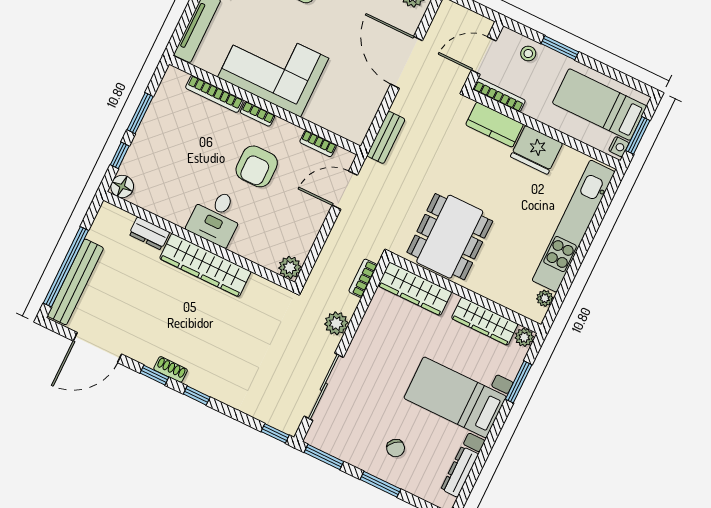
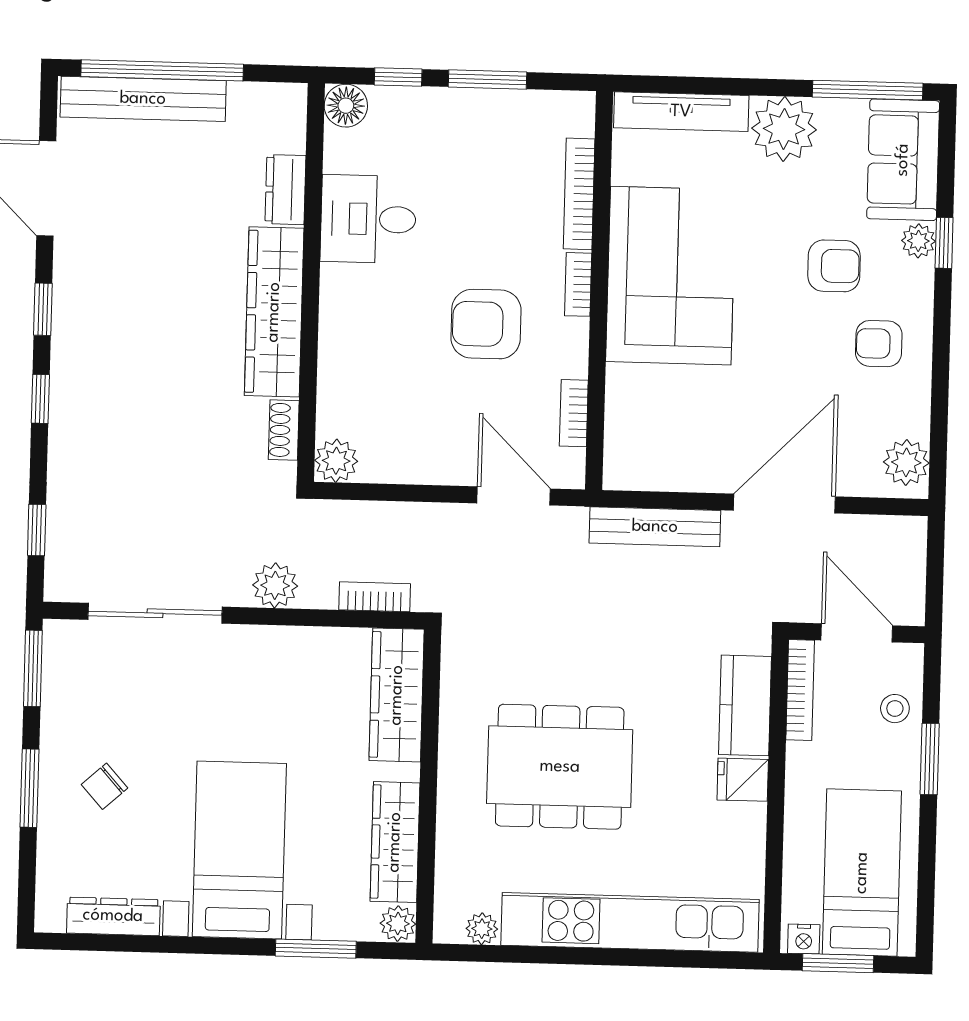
bench: (386, 137) -> (655, 527), width x1.36
fridge: (536, 150) -> (743, 780), width x0.53, depth x0.75
desk: (216, 217) -> (368, 219), moved
dining table: (450, 237) -> (560, 767), moved
shoe rack: (171, 369) -> (284, 430), moved, turned 180
window: (275, 433) -> (37, 530), moved

